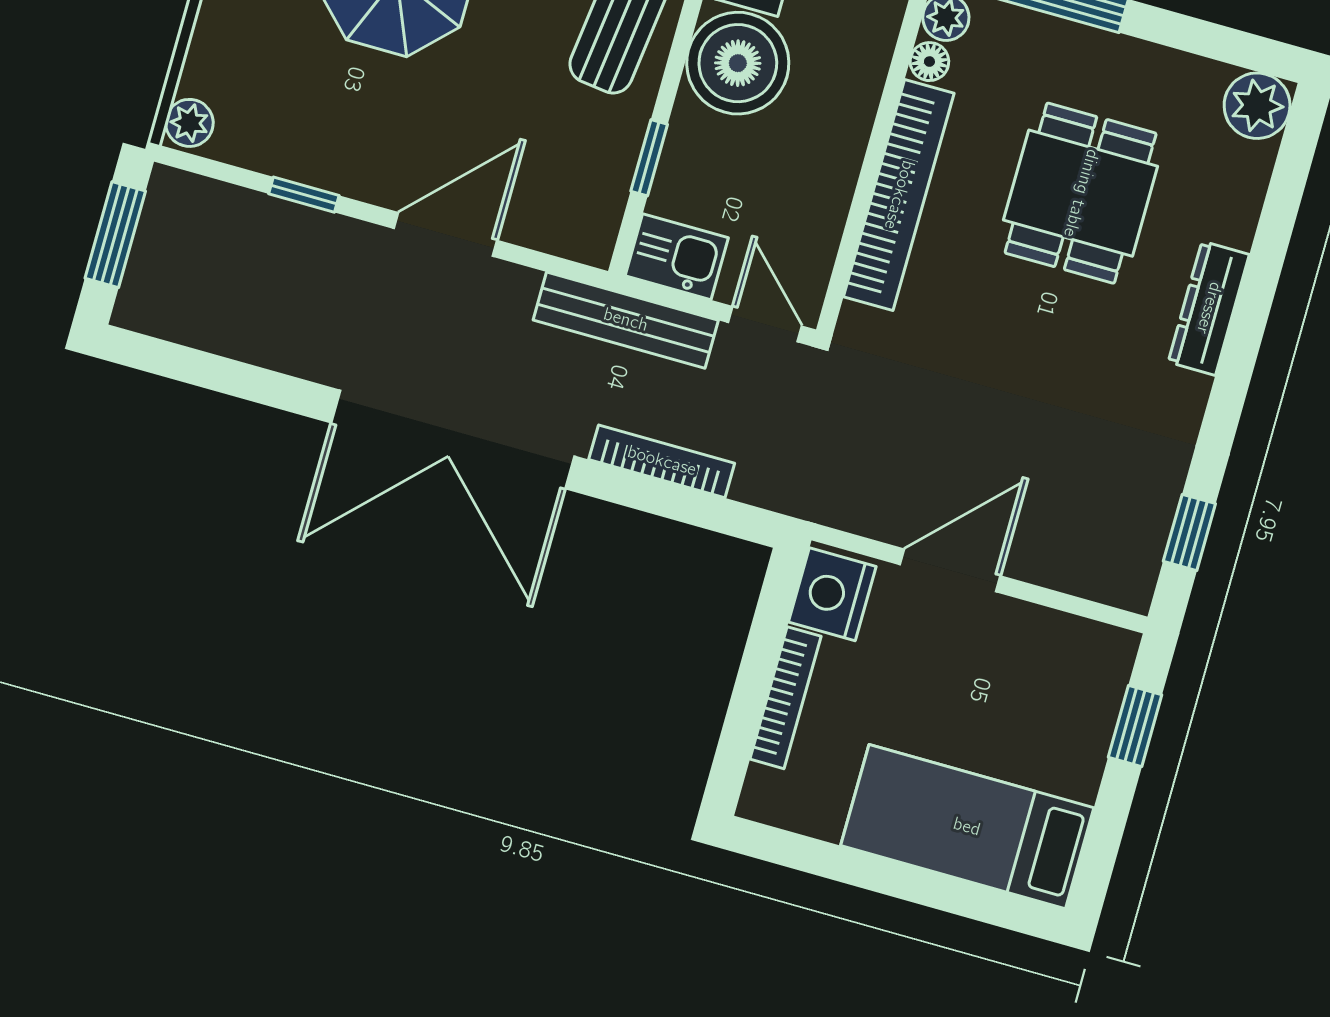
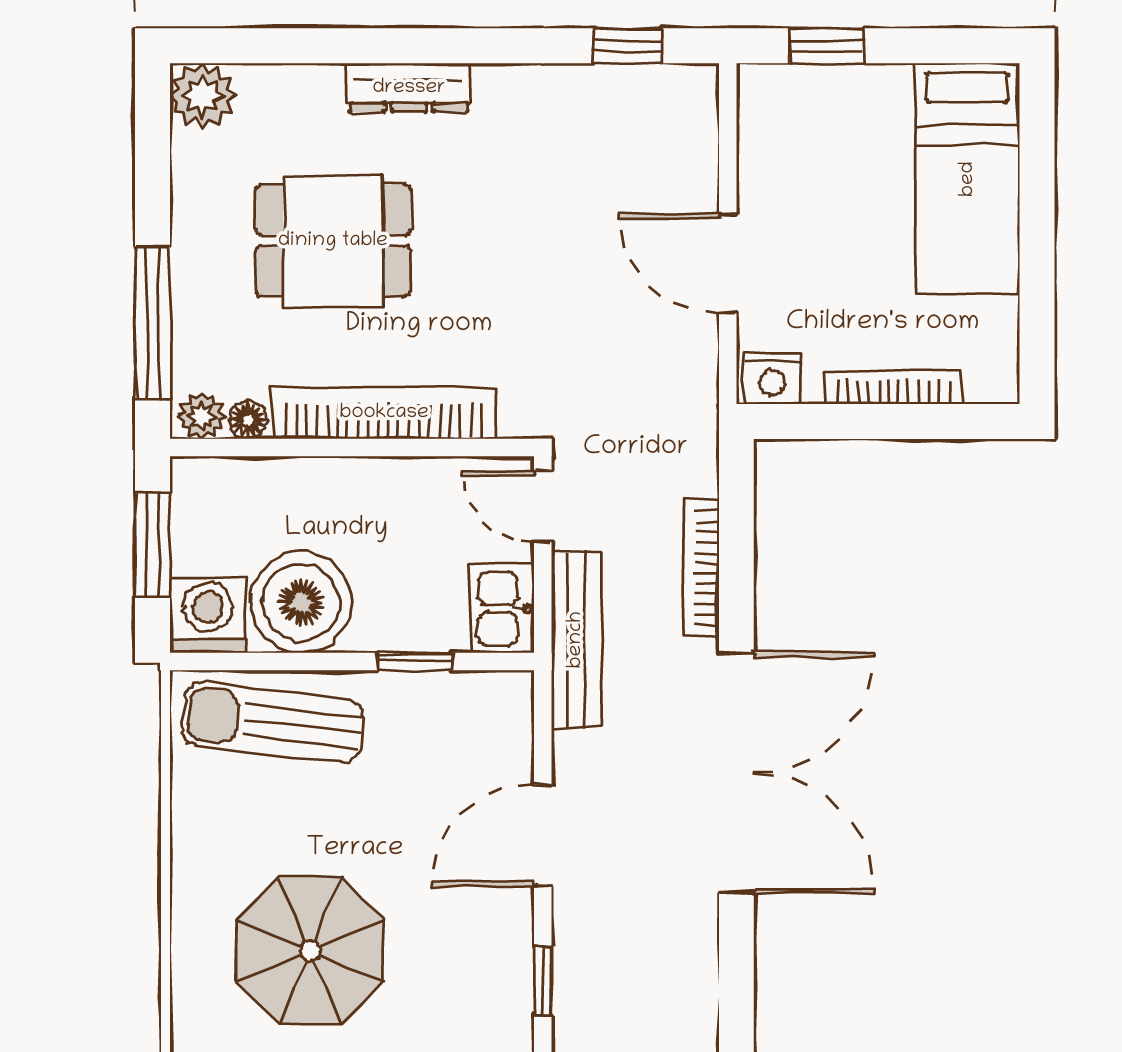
door: (445, 234) -> (543, 835), hinge flipped
door: (765, 324) -> (543, 506), hinge flipped
nightstand: (832, 594) -> (772, 378), width x0.74, depth x0.75

